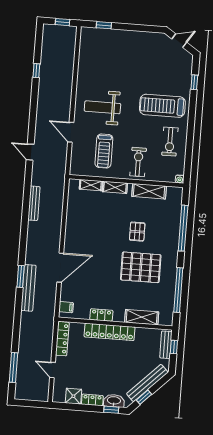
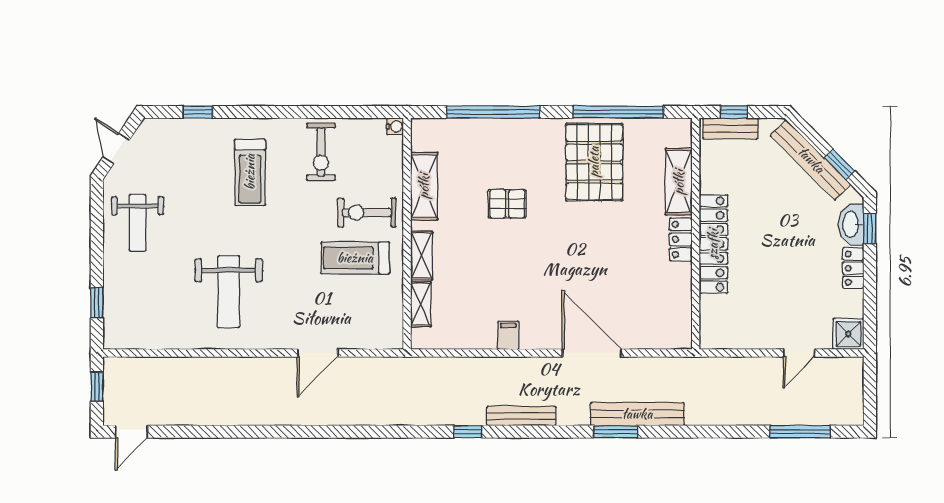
weight bench: (142, 48) -> (138, 223), added
window: (36, 71) -> (468, 432), moved
treadmill: (162, 106) -> (250, 172), width x0.73, depth x0.73
weight bench: (102, 107) -> (229, 292), moved
exercise bike: (170, 142) -> (321, 152), turned 90
treadmill: (104, 151) -> (355, 258), moved, turned 180
door: (30, 152) -> (131, 432), moved
bench: (34, 203) -> (521, 416), moved
pallet: (141, 267) -> (594, 162), moved
filing cabinet: (66, 307) -> (508, 335), moved
locker: (101, 315) -> (681, 239), moved
locker: (62, 339) -> (734, 338), removed
shower: (73, 396) -> (848, 334), moved

